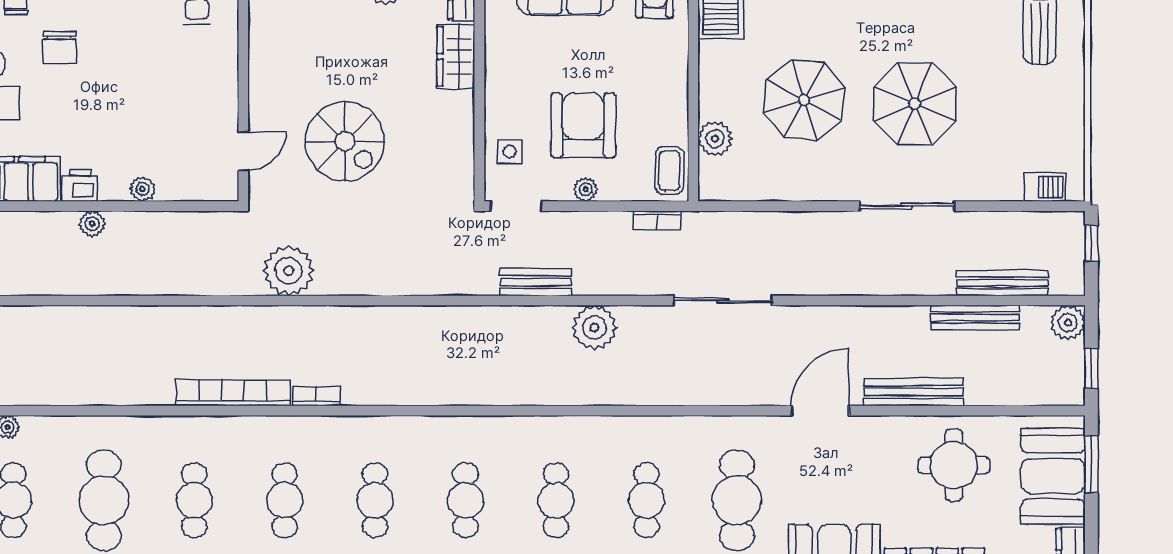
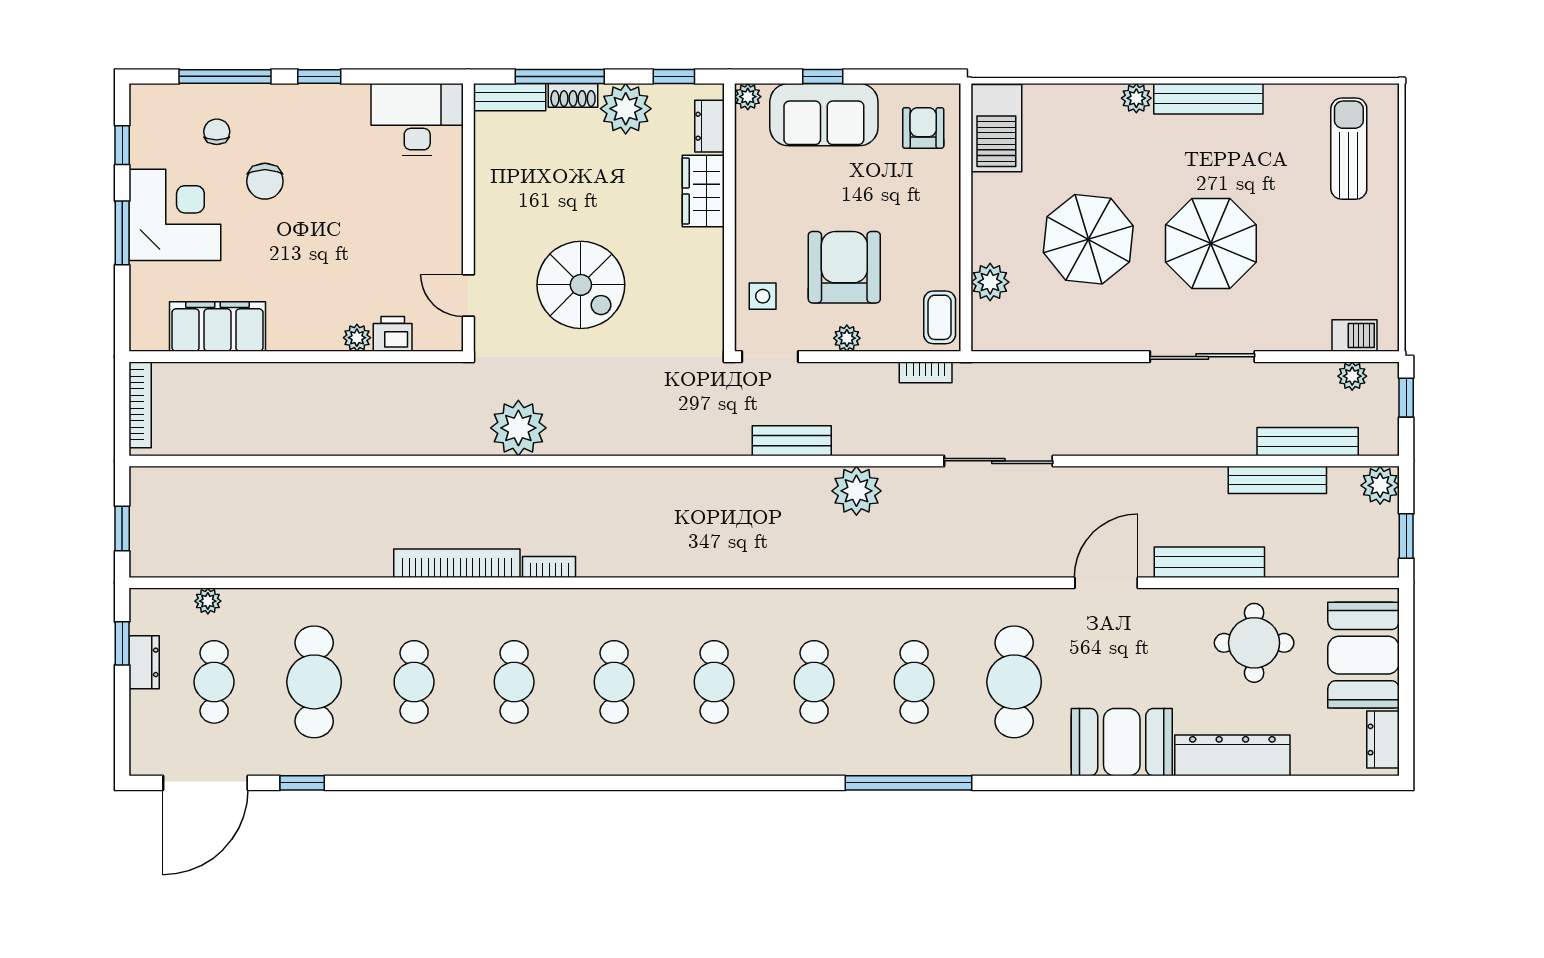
door: (243, 151) -> (468, 296), swing flipped
printer: (80, 185) -> (393, 334), moved
plant: (92, 224) -> (1352, 376), moved
window: (1091, 464) -> (1406, 642), removed

